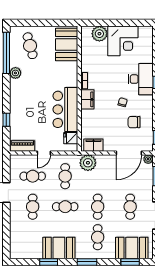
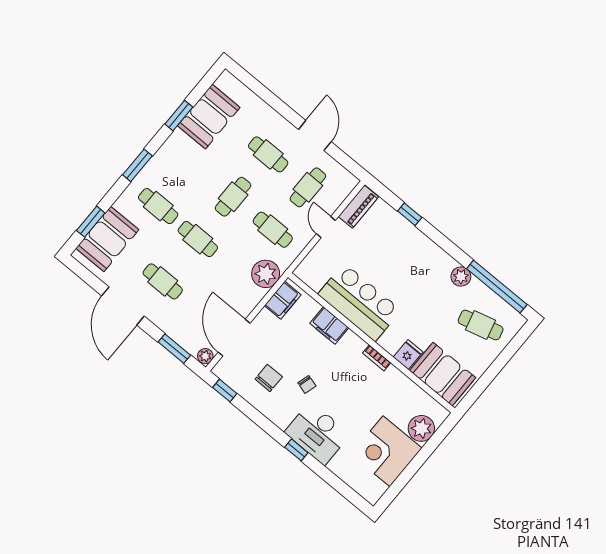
filing cabinet: (87, 99) -> (329, 325), moved
fridge: (71, 138) -> (408, 355), moved
booth: (59, 248) -> (209, 117), moved

